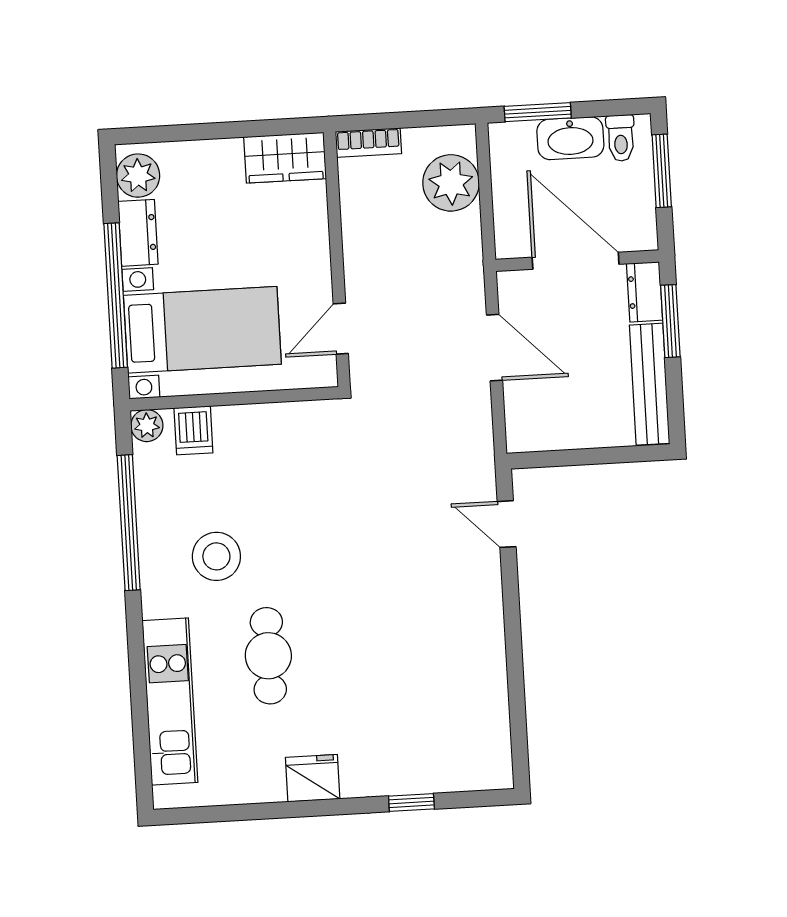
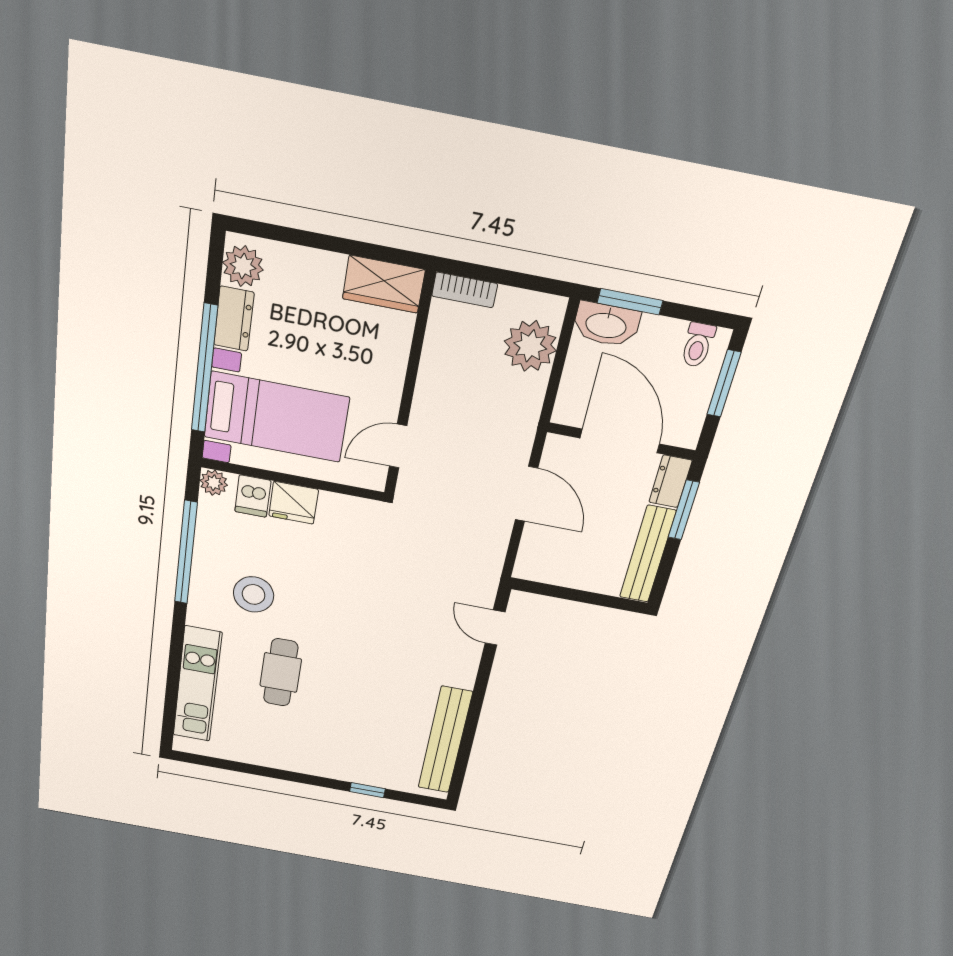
washbasin: (570, 138) -> (606, 324), moved
bench: (489, 699) -> (445, 740), added
fridge: (313, 778) -> (294, 503), moved, turned 180

